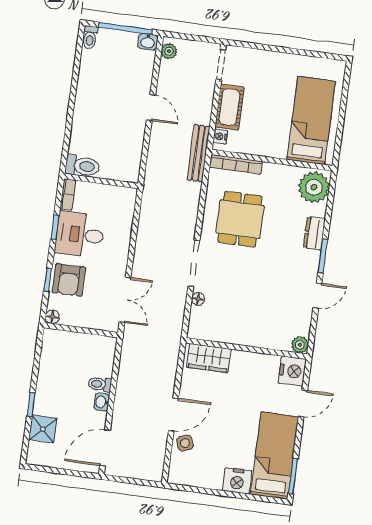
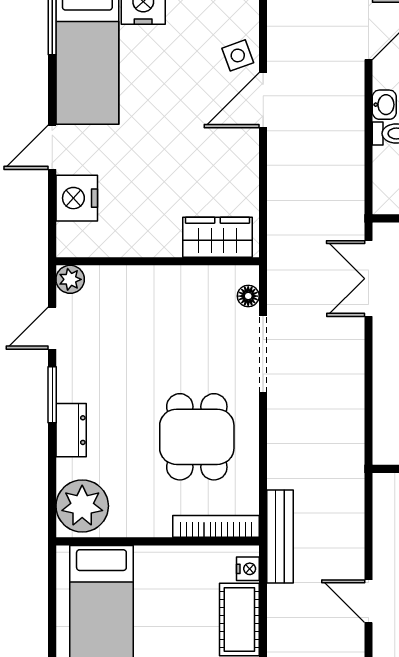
plant: (300, 345) -> (70, 279), moved
wall: (246, 349) -> (158, 261), moved
wardrobe: (209, 358) -> (217, 237), moved

